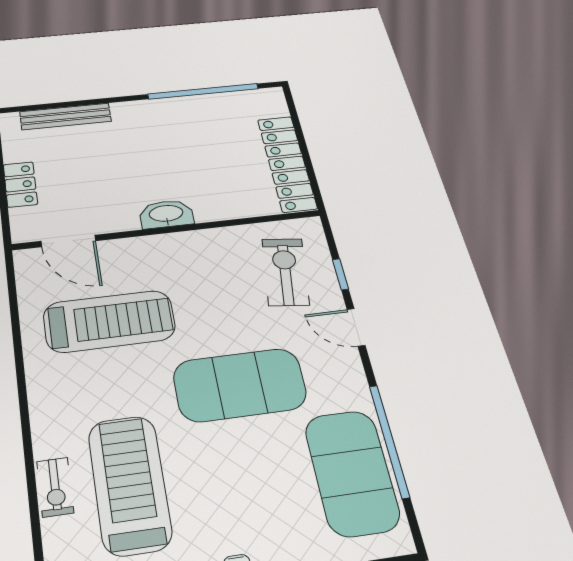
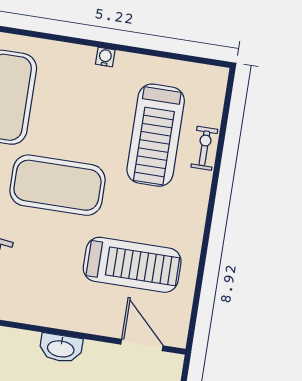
treadmill: (109, 321) -> (132, 265), turned 180

